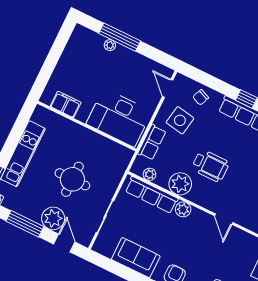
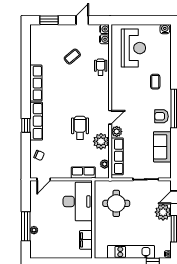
side table: (180, 120) -> (60, 161), removed
round table: (72, 179) -> (116, 203), moved
door: (224, 219) -> (110, 117), moved

